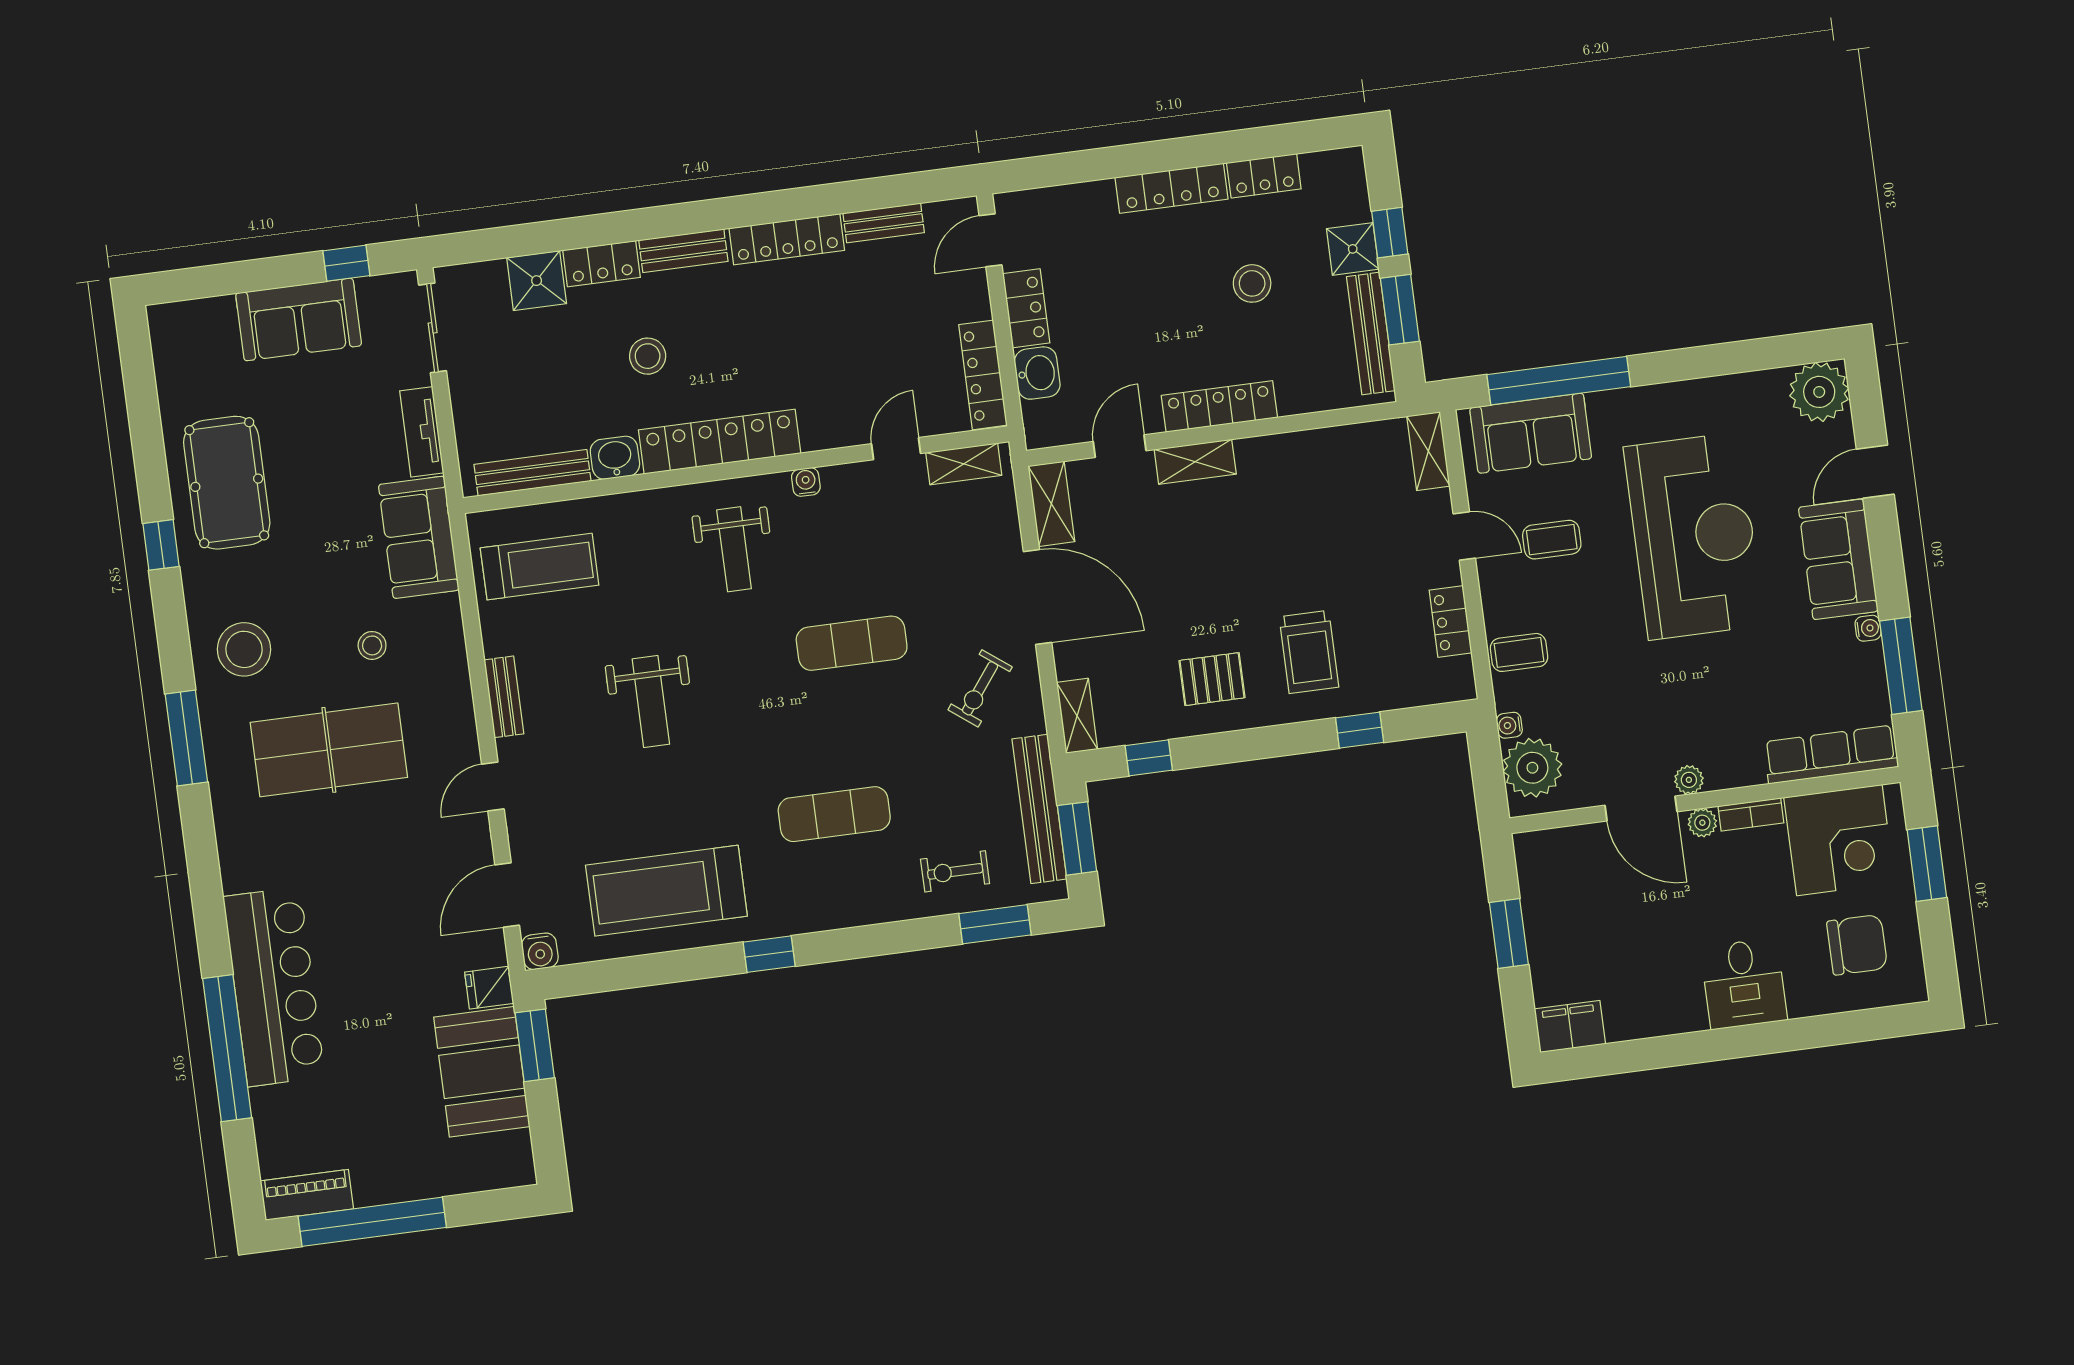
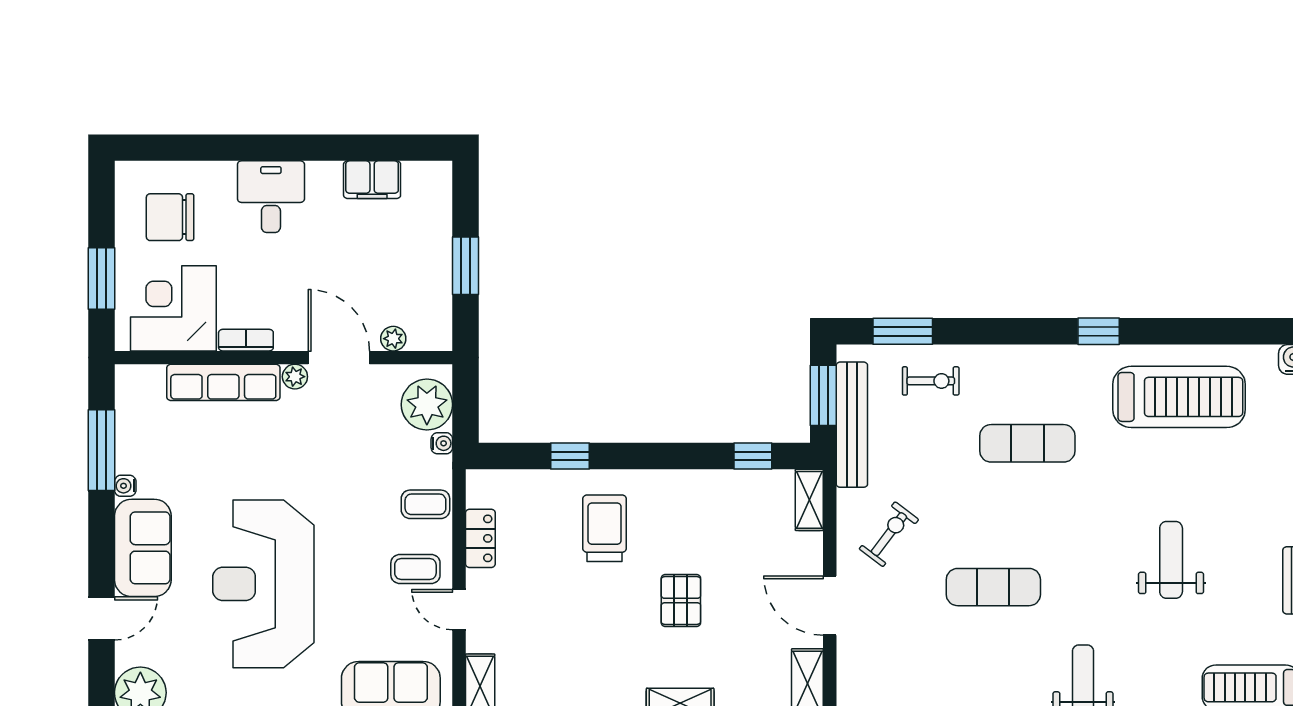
coffee table: (1552, 540) -> (415, 569), moved
door: (1037, 597) -> (830, 606), width x0.73
pallet: (1212, 679) -> (681, 601), moved, turned 90
row of seats: (1831, 754) -> (223, 382), moved
plant: (1702, 823) -> (393, 339), moved
filing cabinet: (1570, 1027) -> (372, 180), moved

